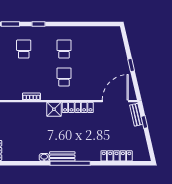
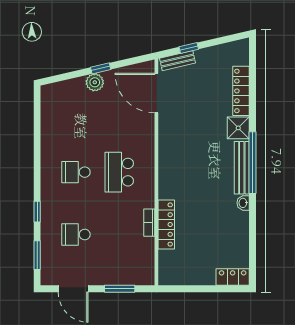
plant: (122, 61) -> (95, 82), added
school desk: (64, 77) -> (119, 172), width x1.85
locker: (78, 107) -> (166, 224), moved
shower: (54, 109) -> (238, 128), moved
bench: (62, 156) -> (242, 168), width x1.36

